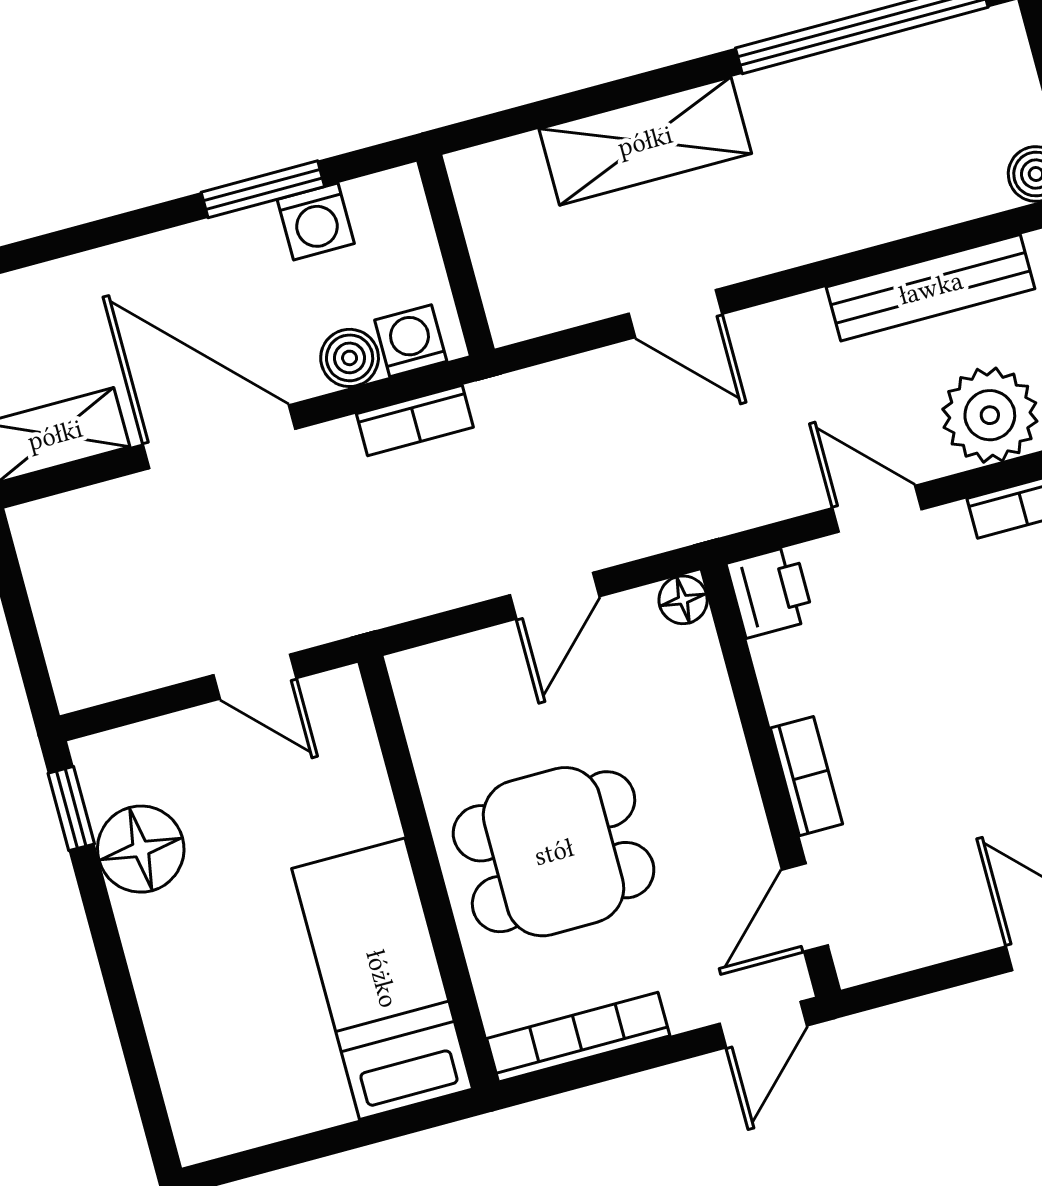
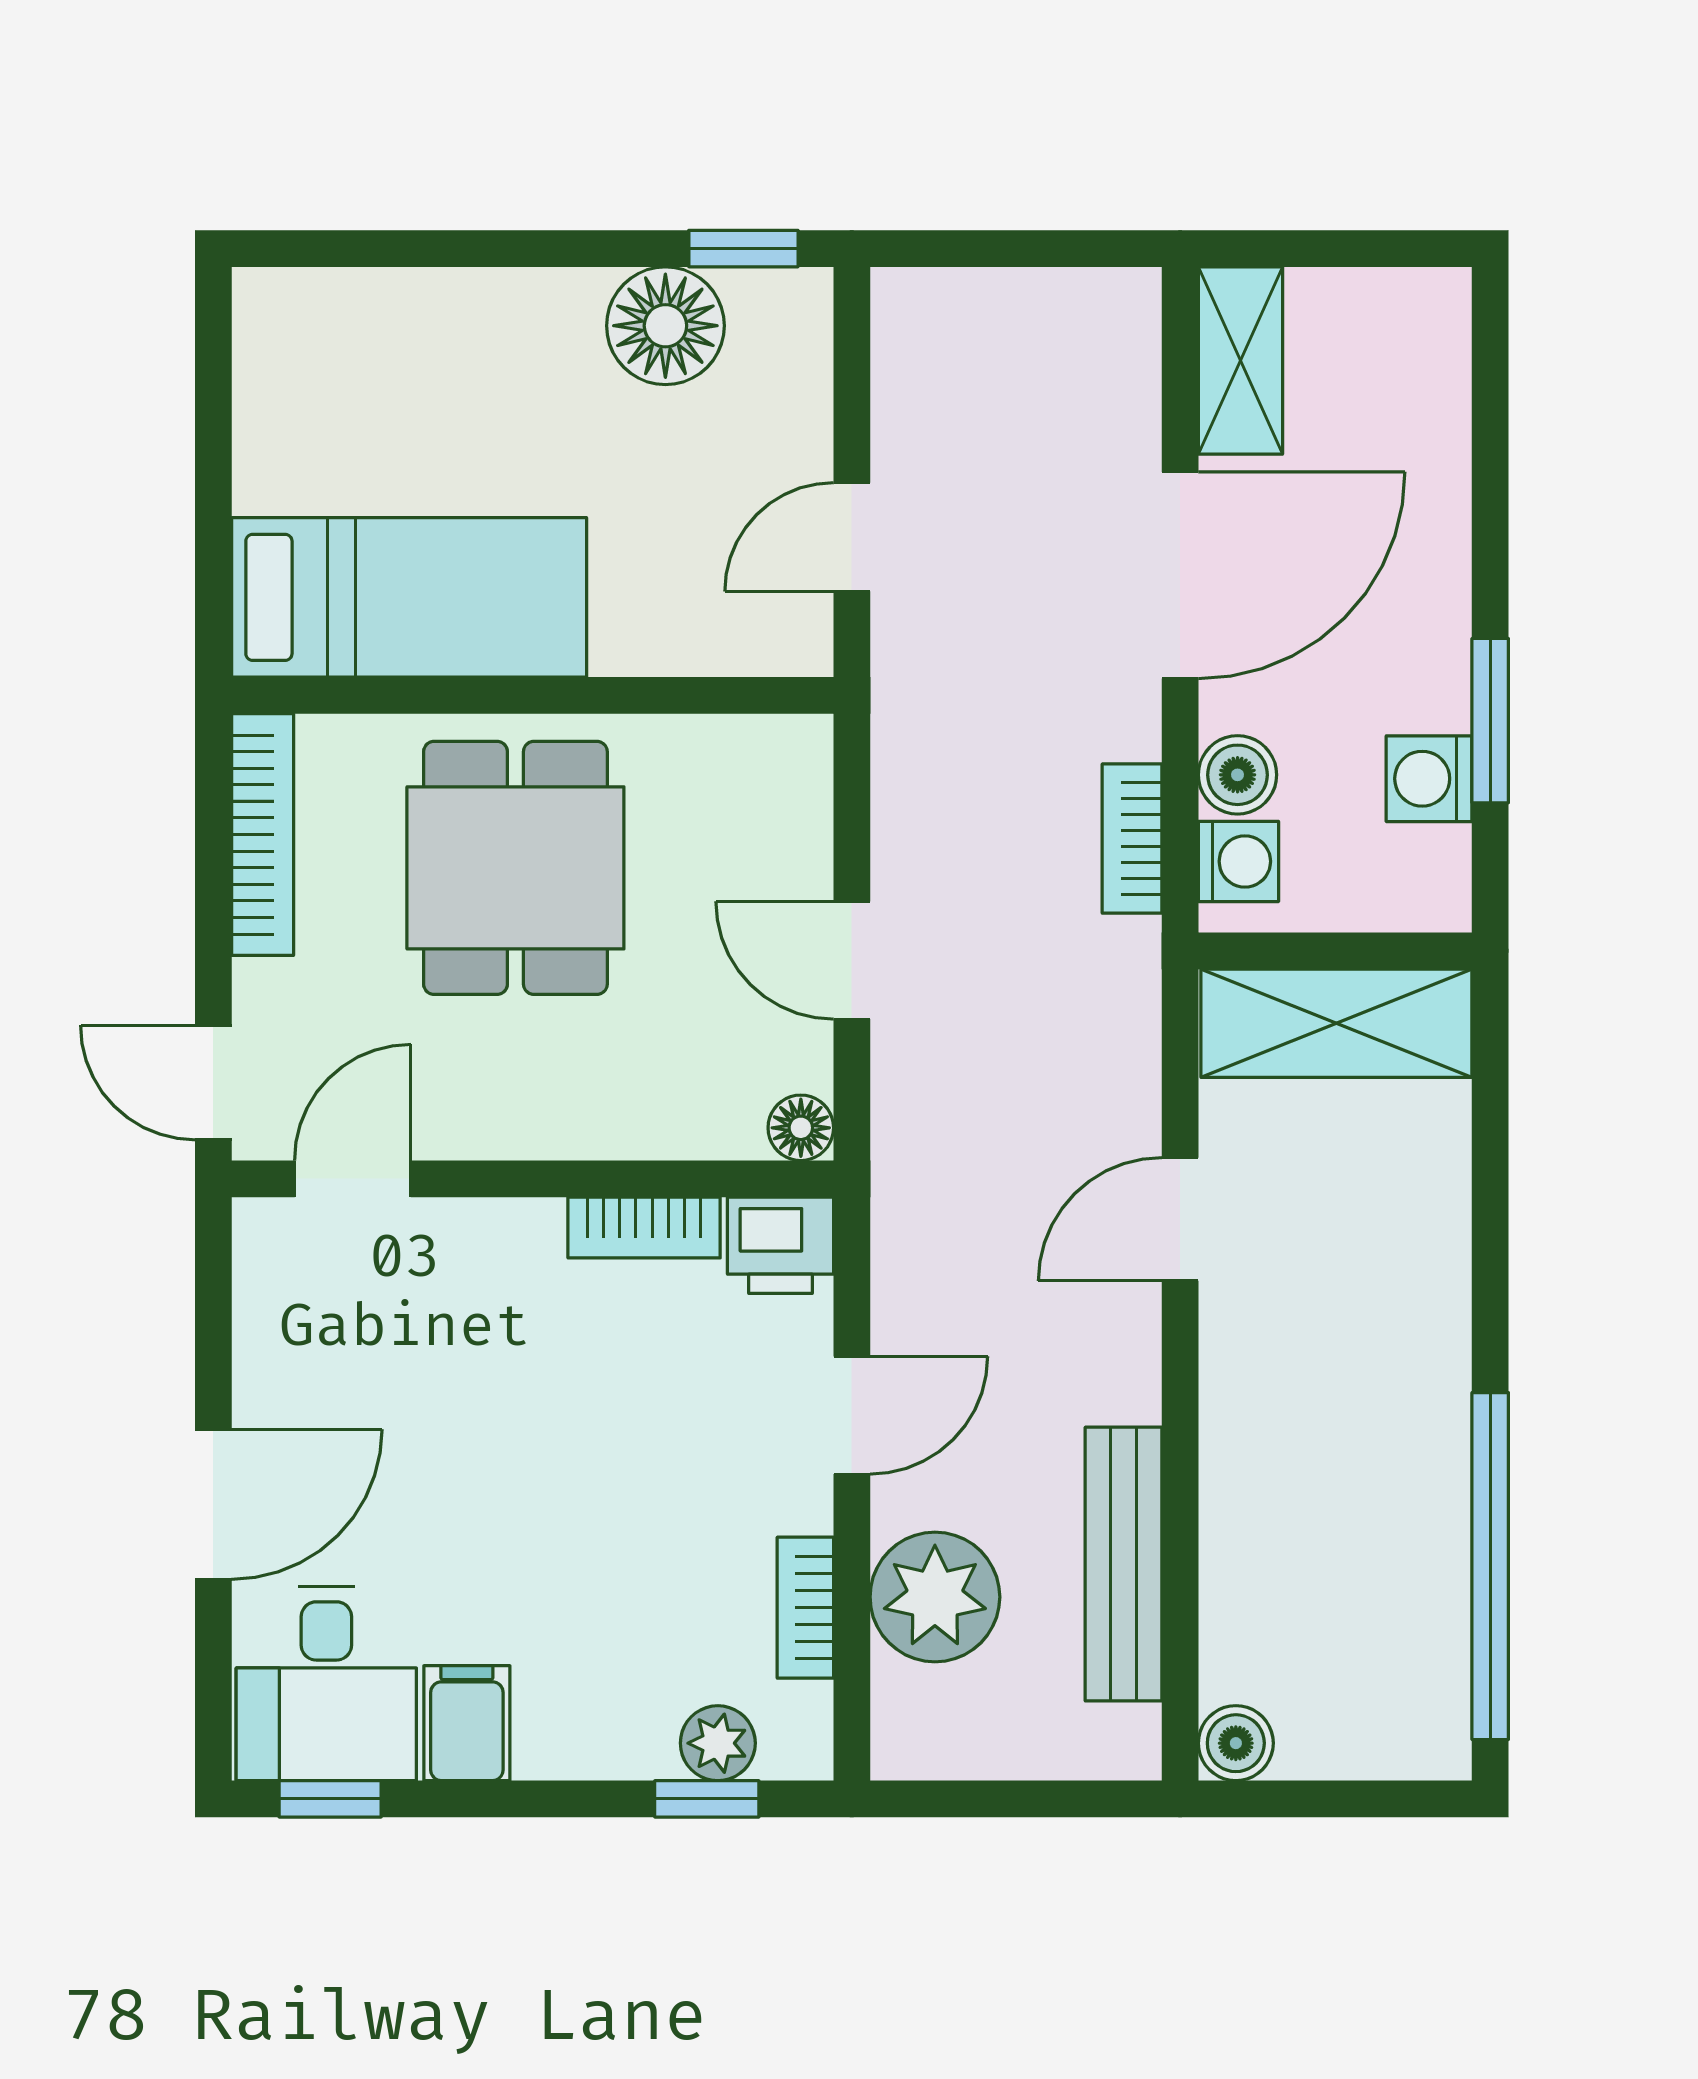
shelving: (645, 141) -> (1336, 1023), moved, turned 90
bookcase: (806, 776) -> (644, 1227), moved
door: (805, 908) -> (353, 1179), hinge flipped

